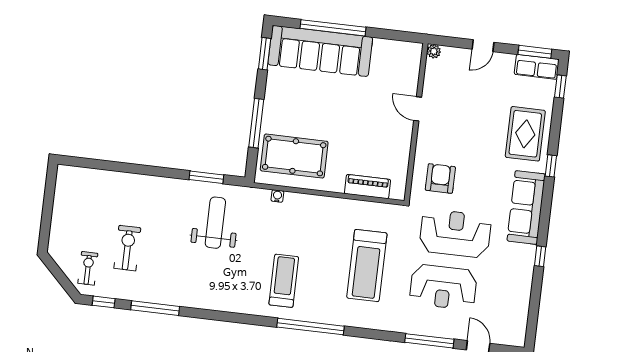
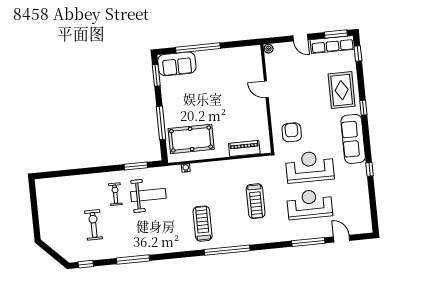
door: (483, 46) -> (300, 38), hinge flipped
sofa: (320, 51) -> (177, 64), width x0.54, depth x0.79
row of seats: (537, 67) -> (332, 45), width x1.48
weight bench: (215, 223) -> (148, 195), turned 90
treadmill: (367, 266) -> (256, 201), width x0.73, depth x0.73
exercise bike: (88, 268) -> (115, 194), moved
reception desk: (443, 287) -> (310, 204), turned 180
window: (155, 308) -> (133, 260), moved

